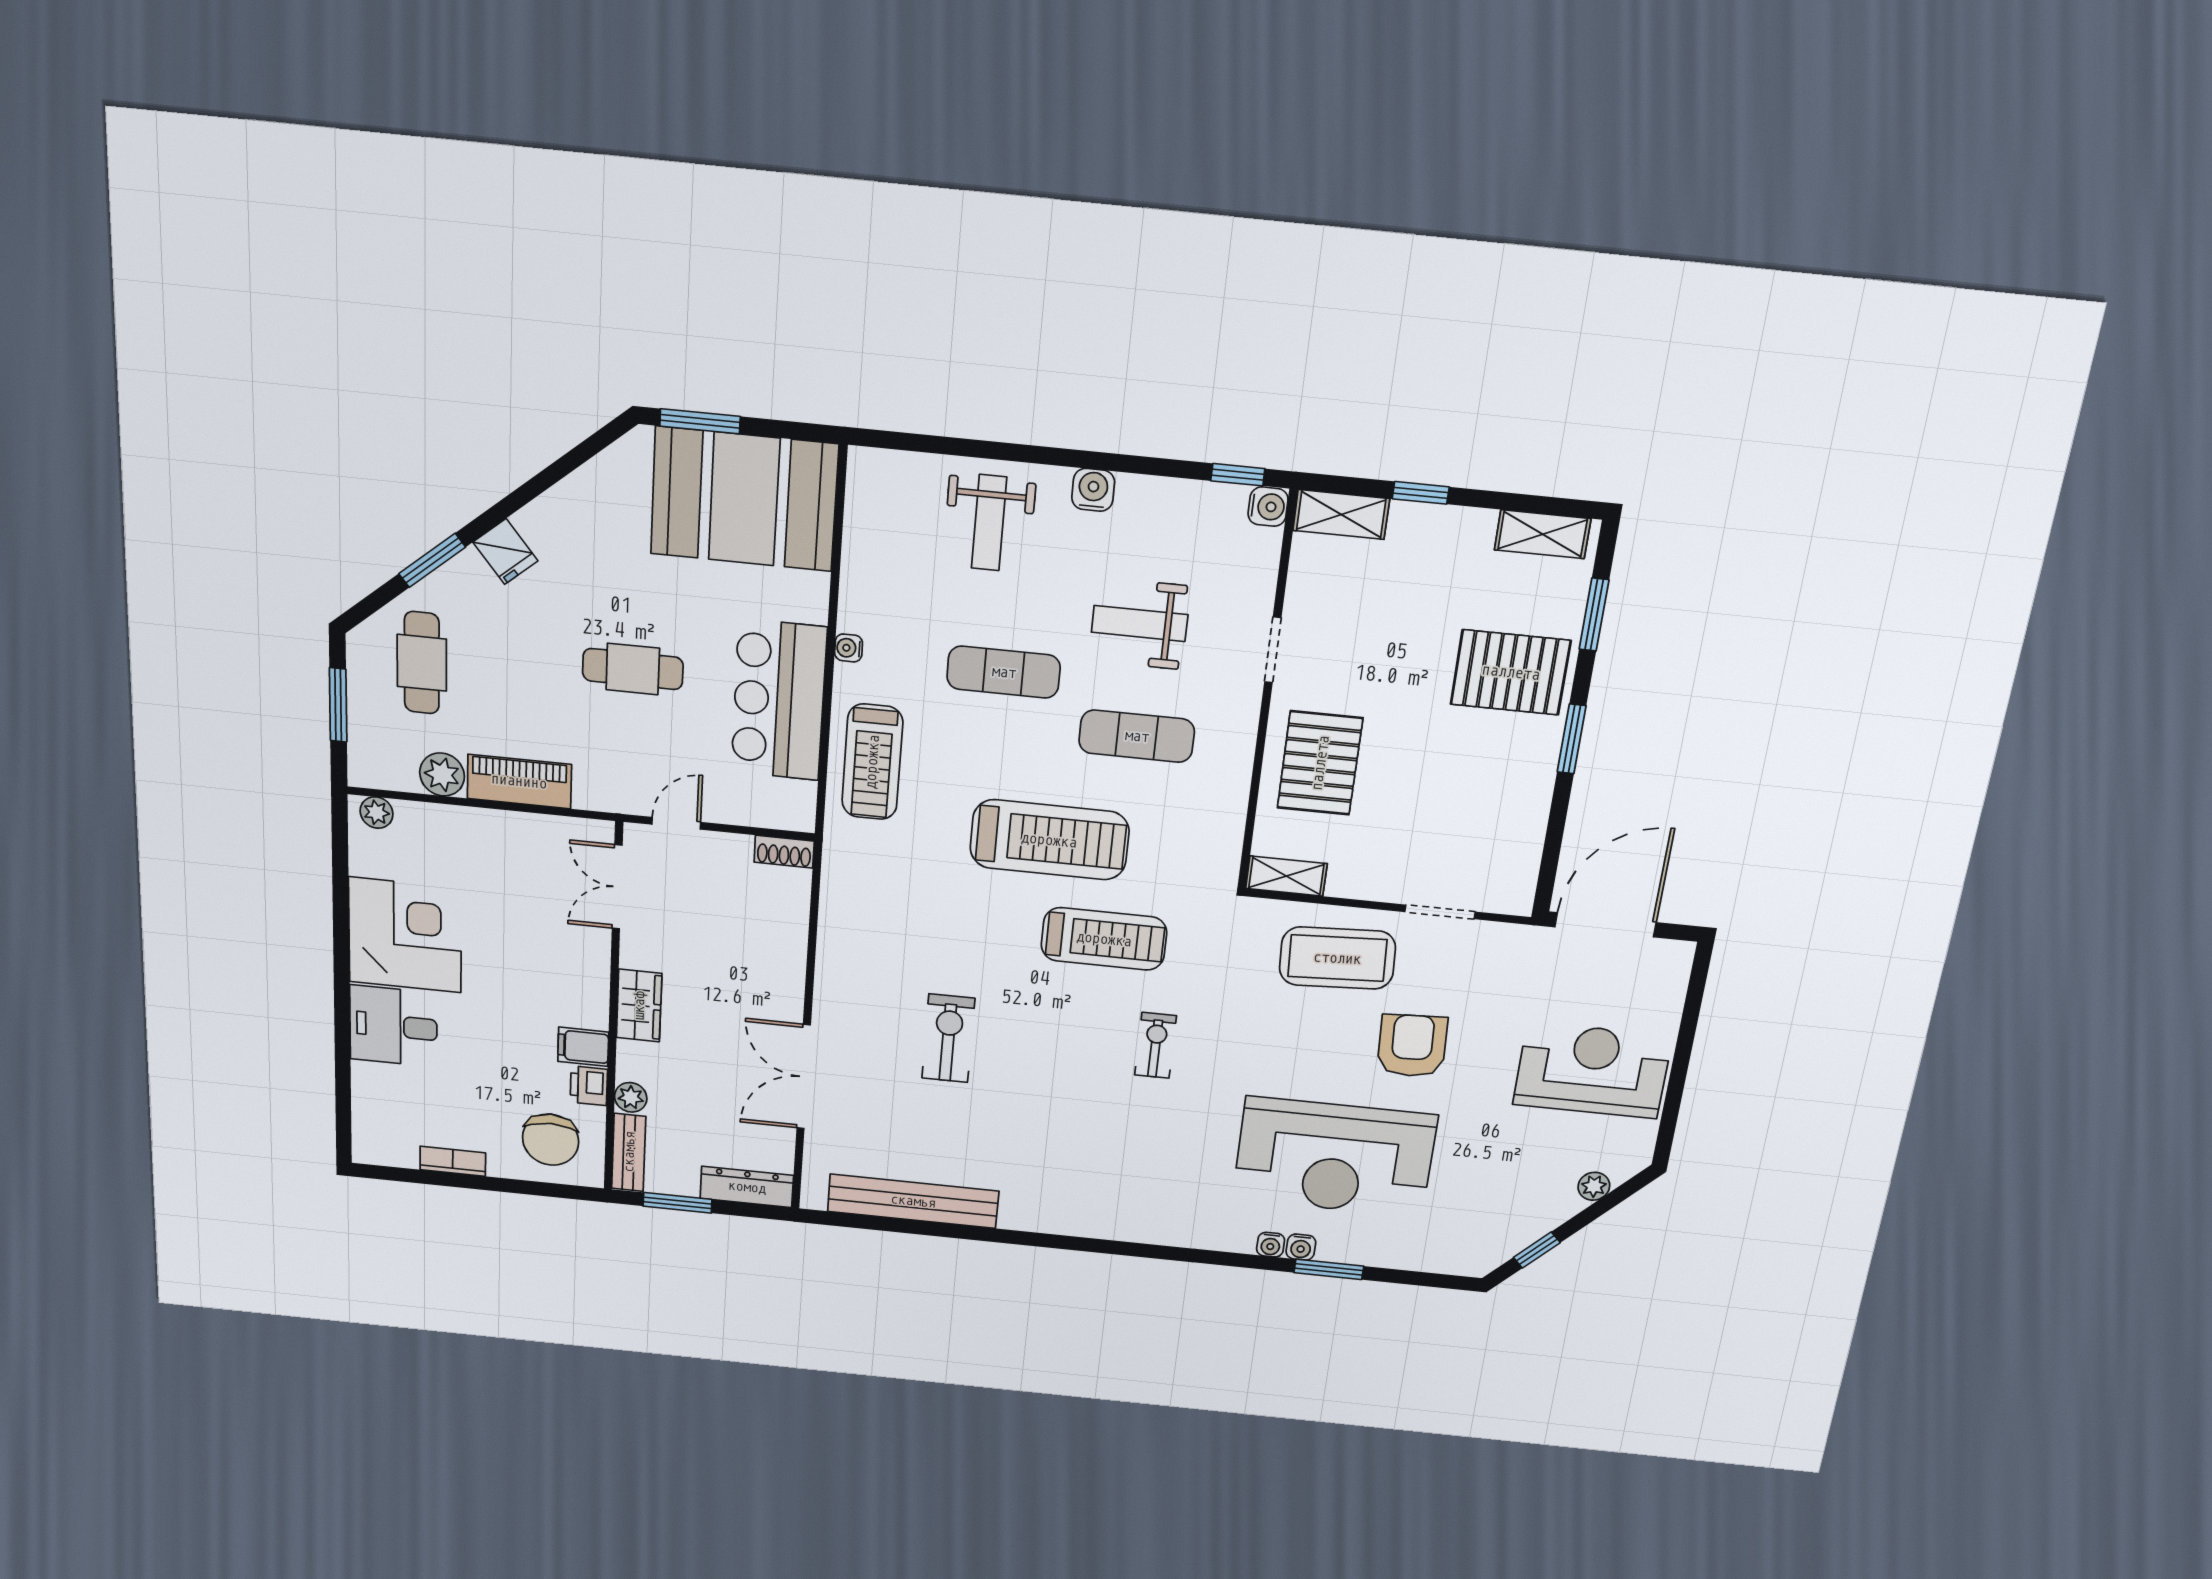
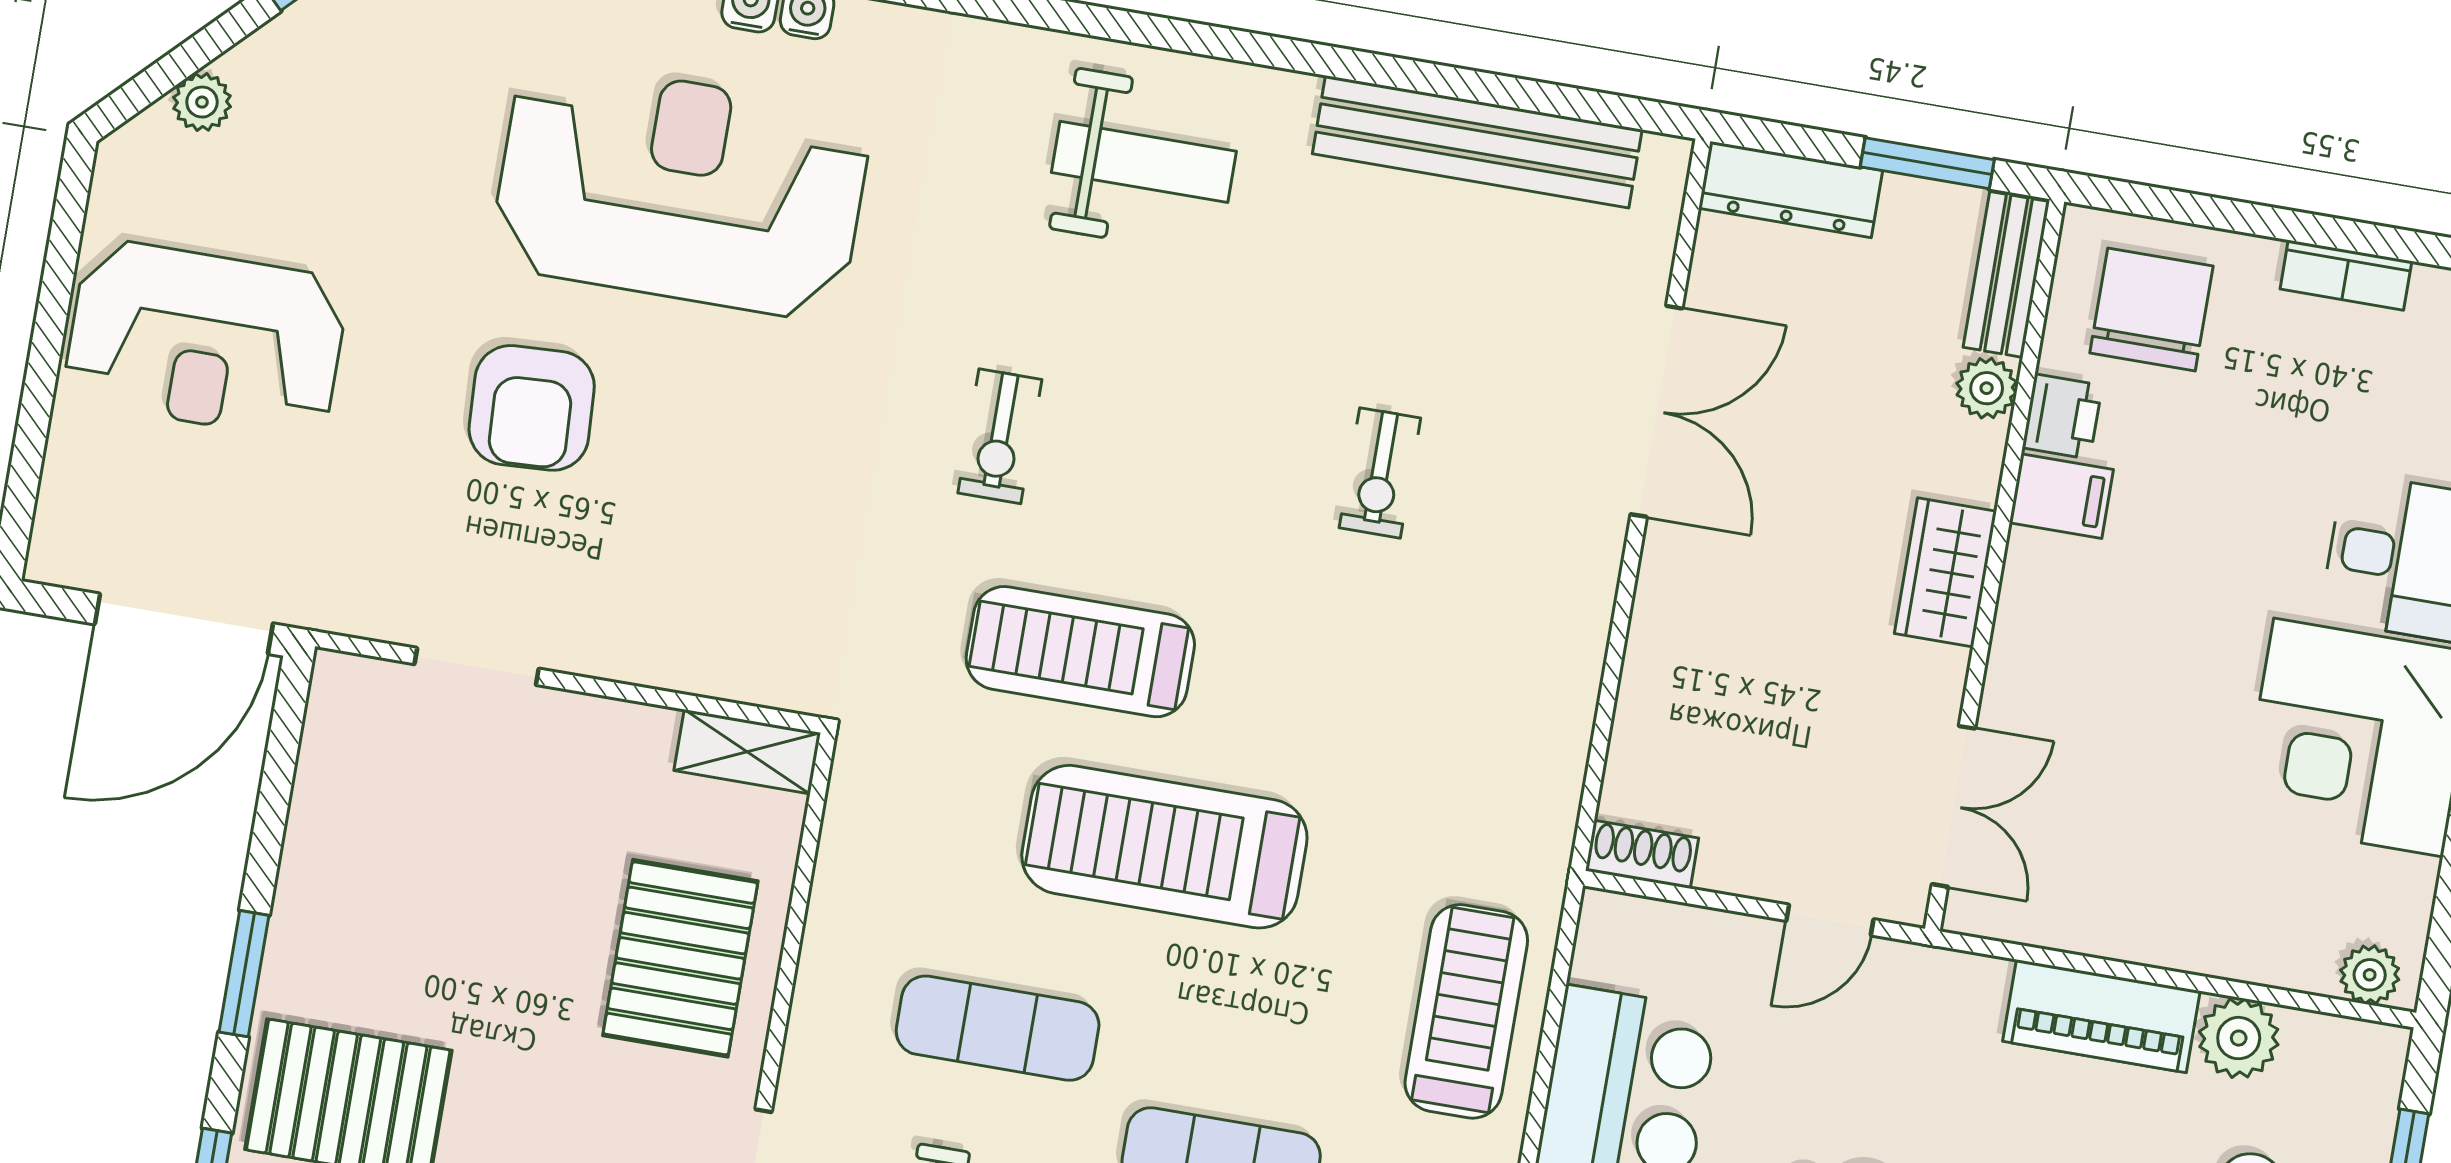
coffee table: (1337, 958) -> (662, 589), removed
exercise bike: (948, 1038) -> (1380, 473), width x0.73, depth x0.72
weight bench: (1088, 1183) -> (1144, 162), added

